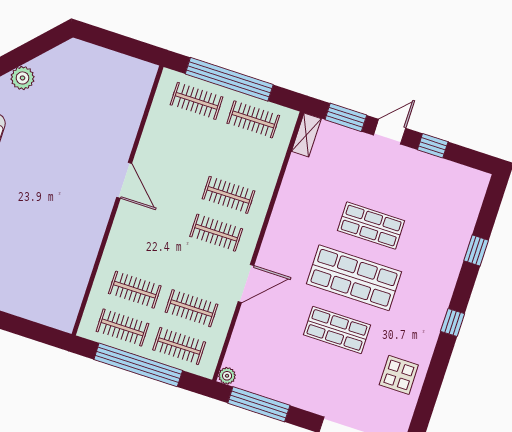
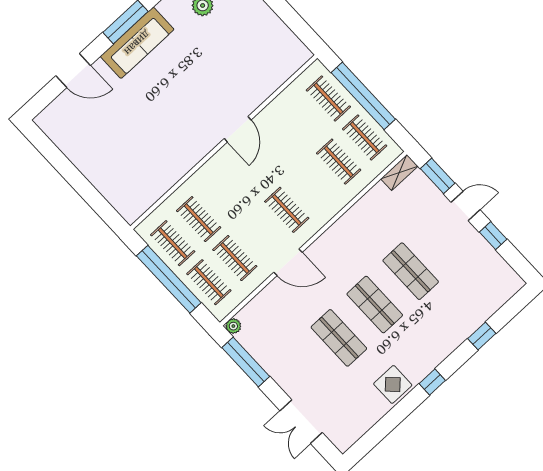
clothes rail: (228, 195) -> (339, 162), moved
shop shelf: (354, 278) -> (375, 305), width x0.70, depth x0.74
display table: (399, 375) -> (393, 384), moved

